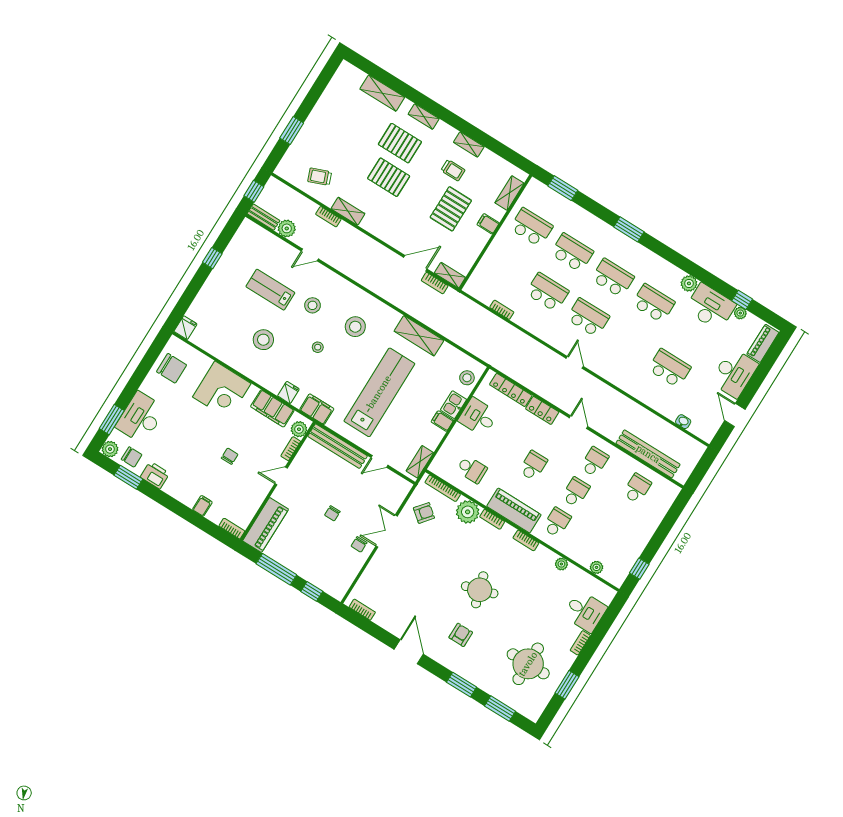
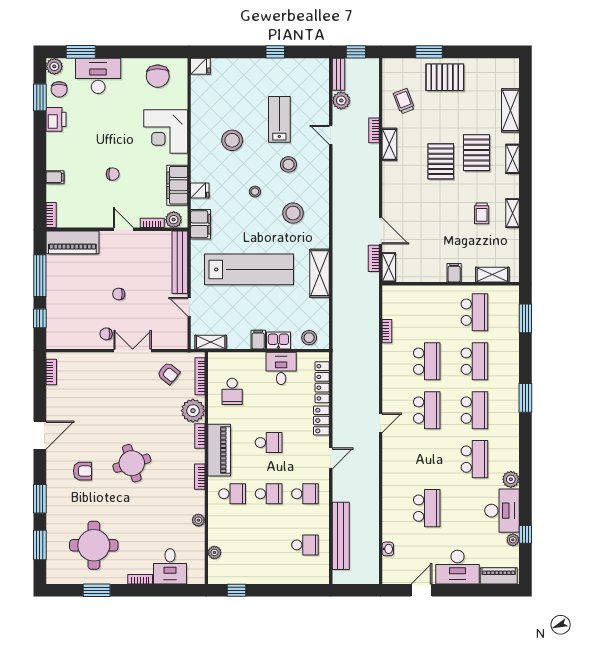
pallet: (451, 209) -> (445, 77), moved

